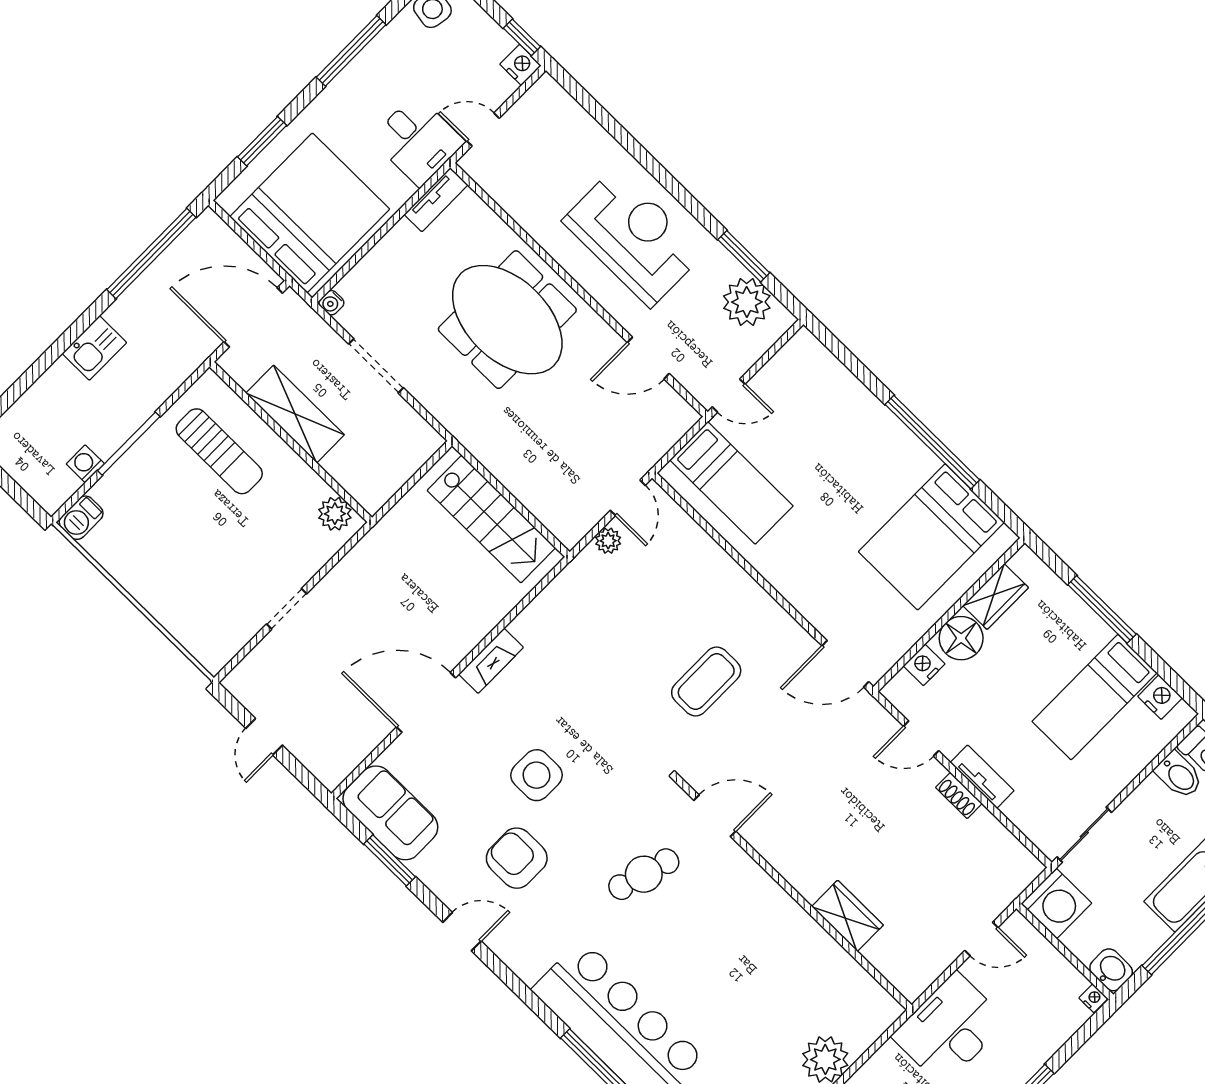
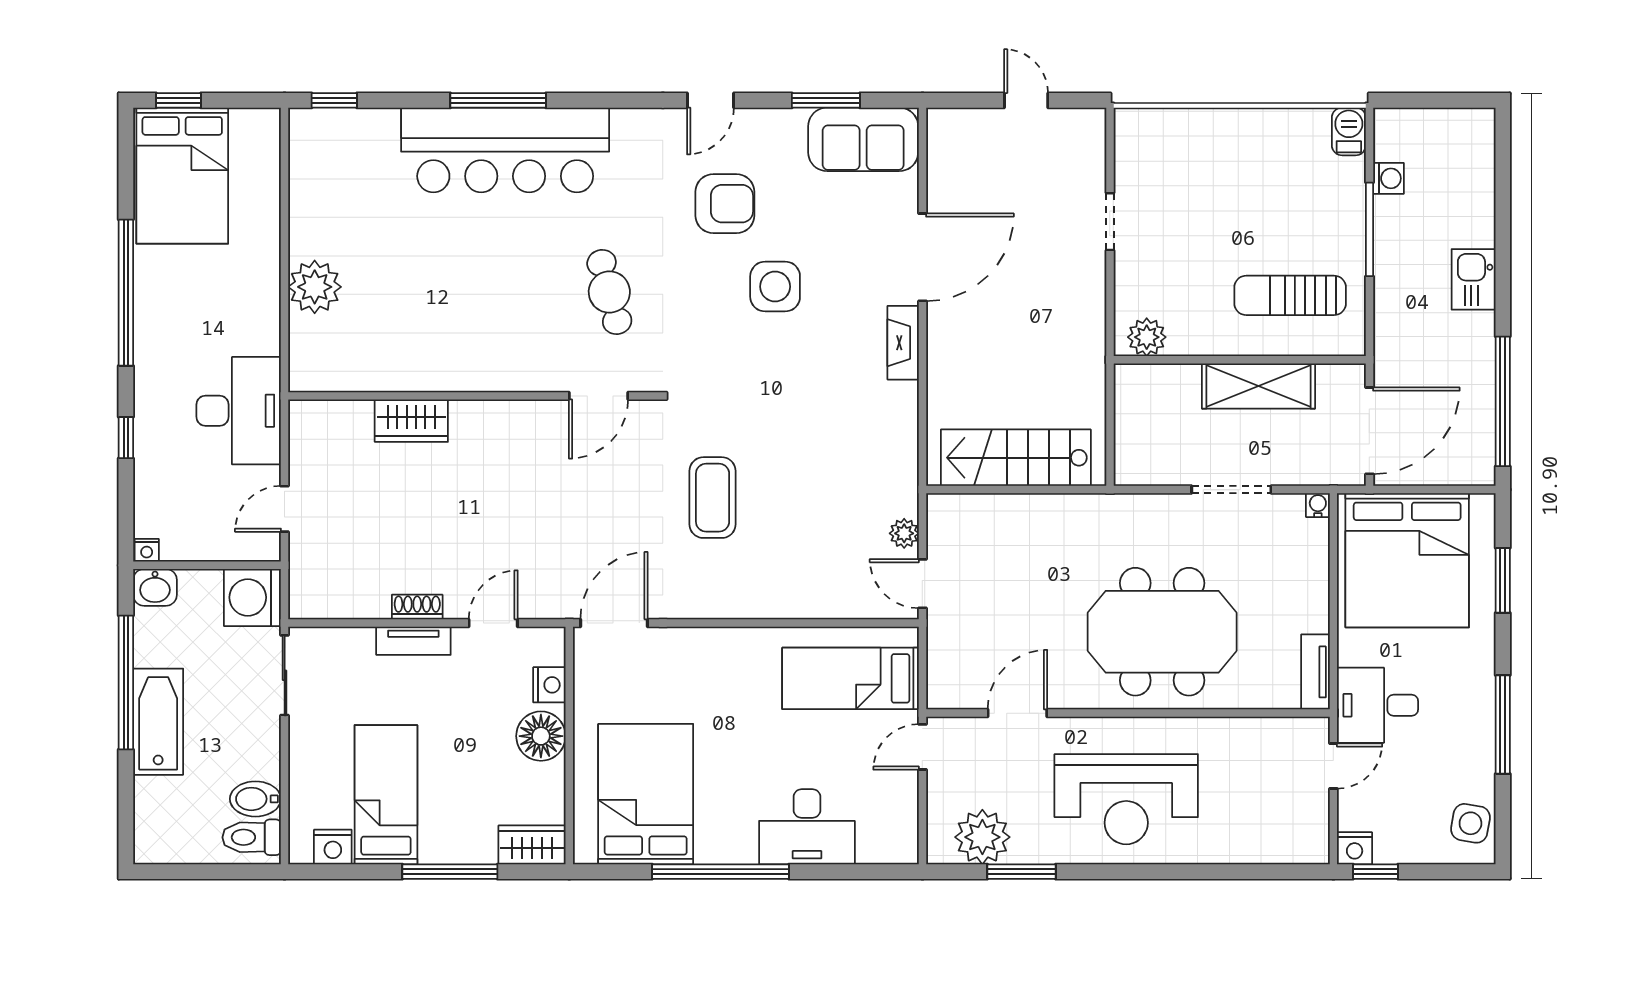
desk: (850, 417) -> (807, 827), added
wardrobe: (996, 597) -> (532, 845), moved, turned 90
cafe table: (644, 874) -> (609, 292), turned -31

